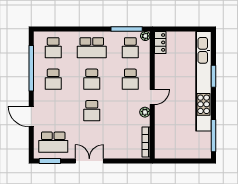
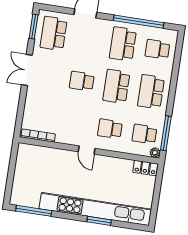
school desk: (53, 79) -> (123, 44), width x1.85
school desk: (92, 79) -> (116, 86), width x1.85
plant: (145, 112) -> (71, 139), removed
double door: (89, 161) -> (27, 70), swing flipped

